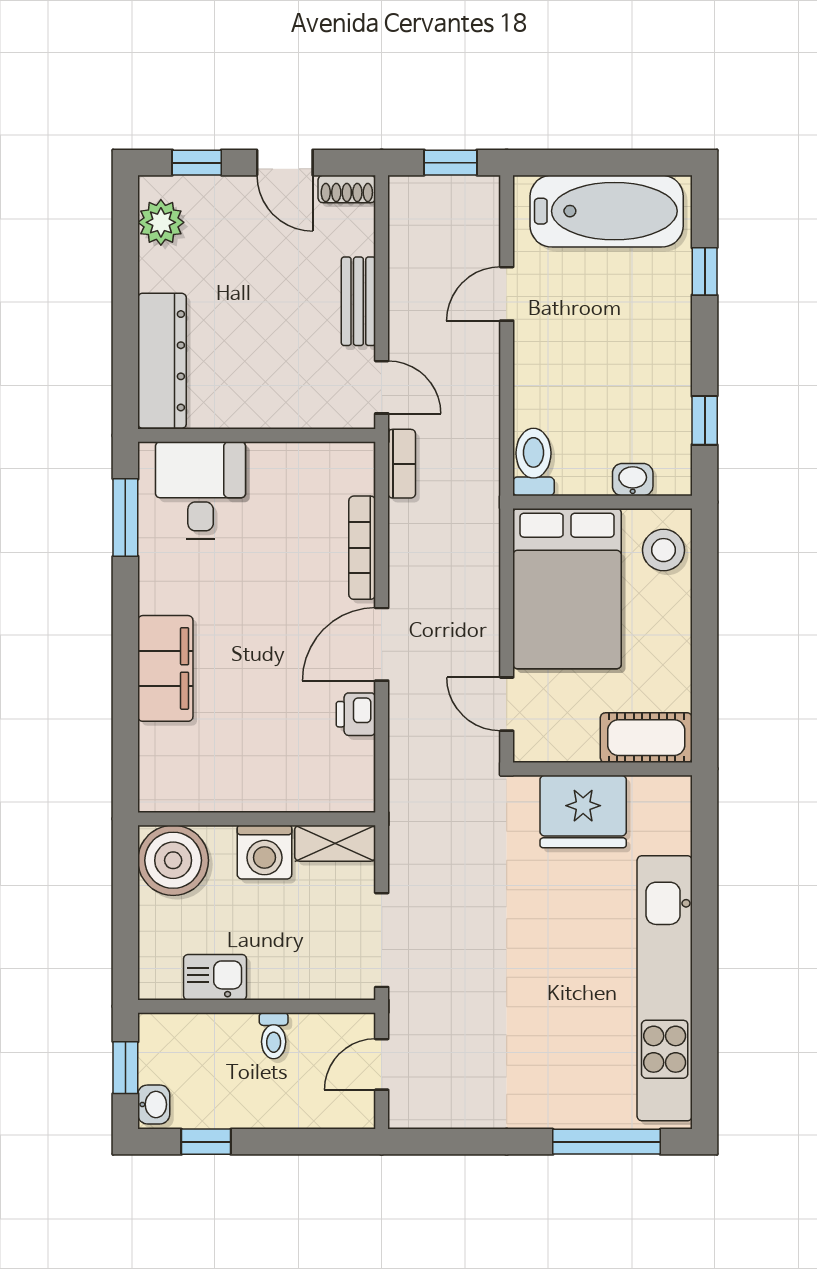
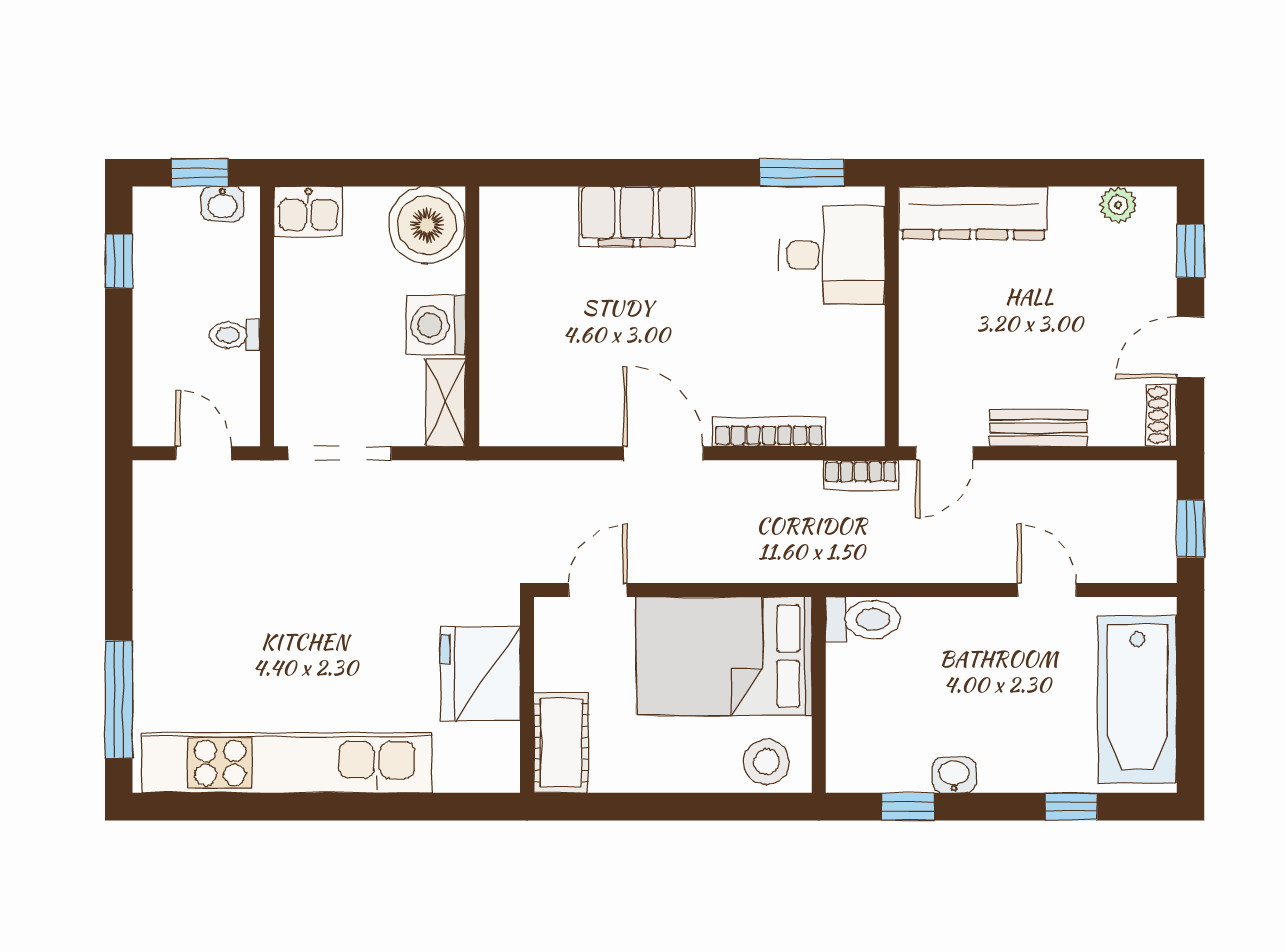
plant: (161, 222) -> (1118, 205), width x0.73, depth x0.73
washbasin: (633, 480) -> (954, 775), moved, turned -90
printer: (356, 714) -> (587, 425), removed
kitchen sink: (215, 977) -> (308, 211), moved, turned 90
washbasin: (154, 1104) -> (222, 204), moved

